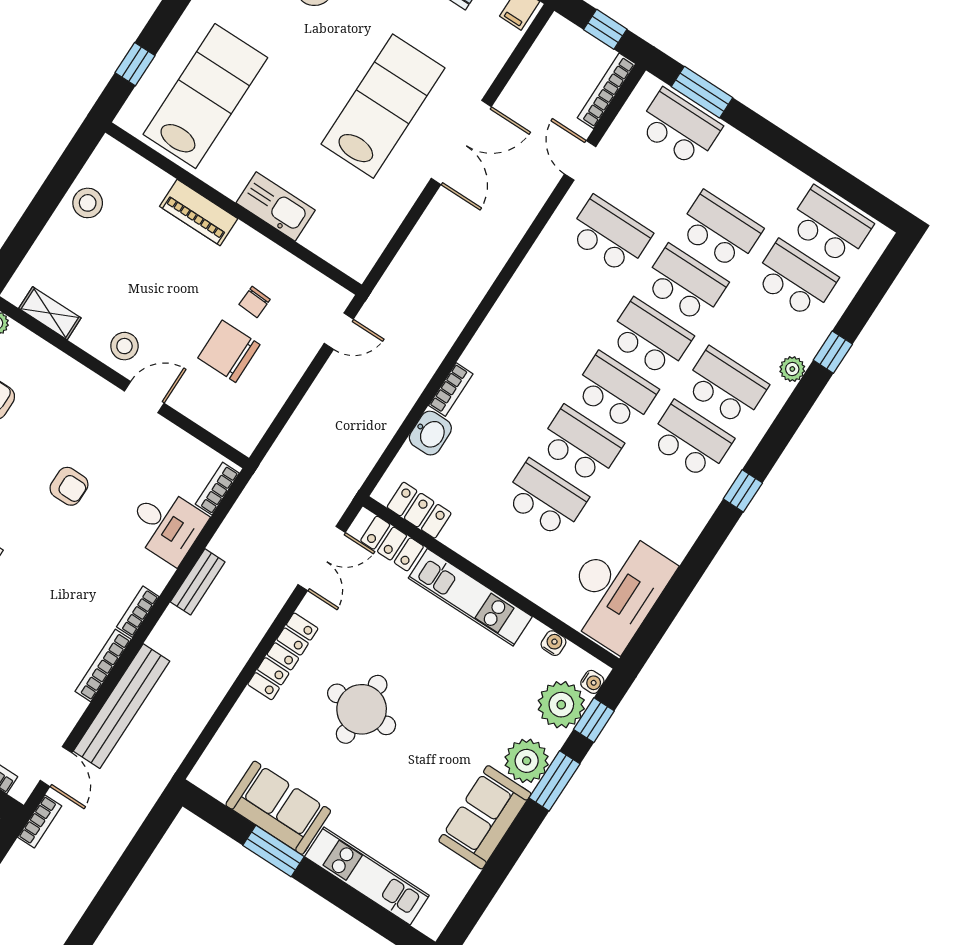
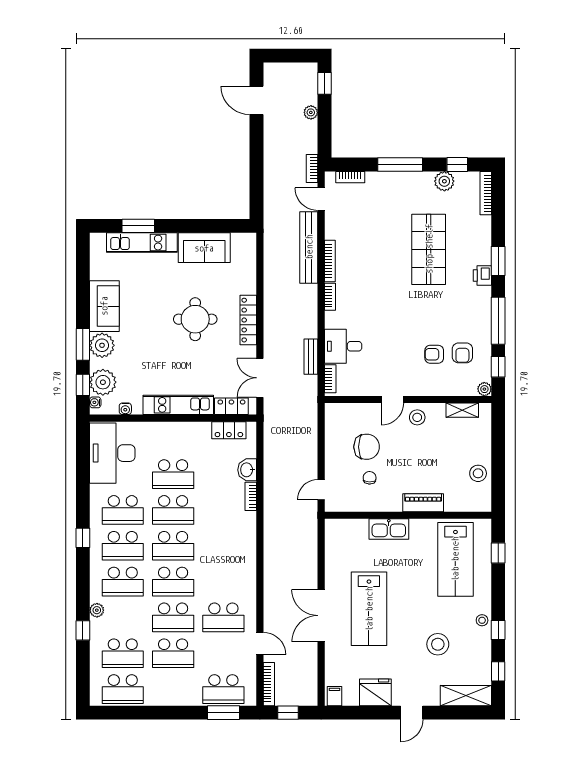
armchair: (69, 486) -> (434, 354), moved
school desk: (656, 494) -> (123, 510), added
bench: (198, 582) -> (311, 357), moved
window: (273, 851) -> (138, 226), moved

